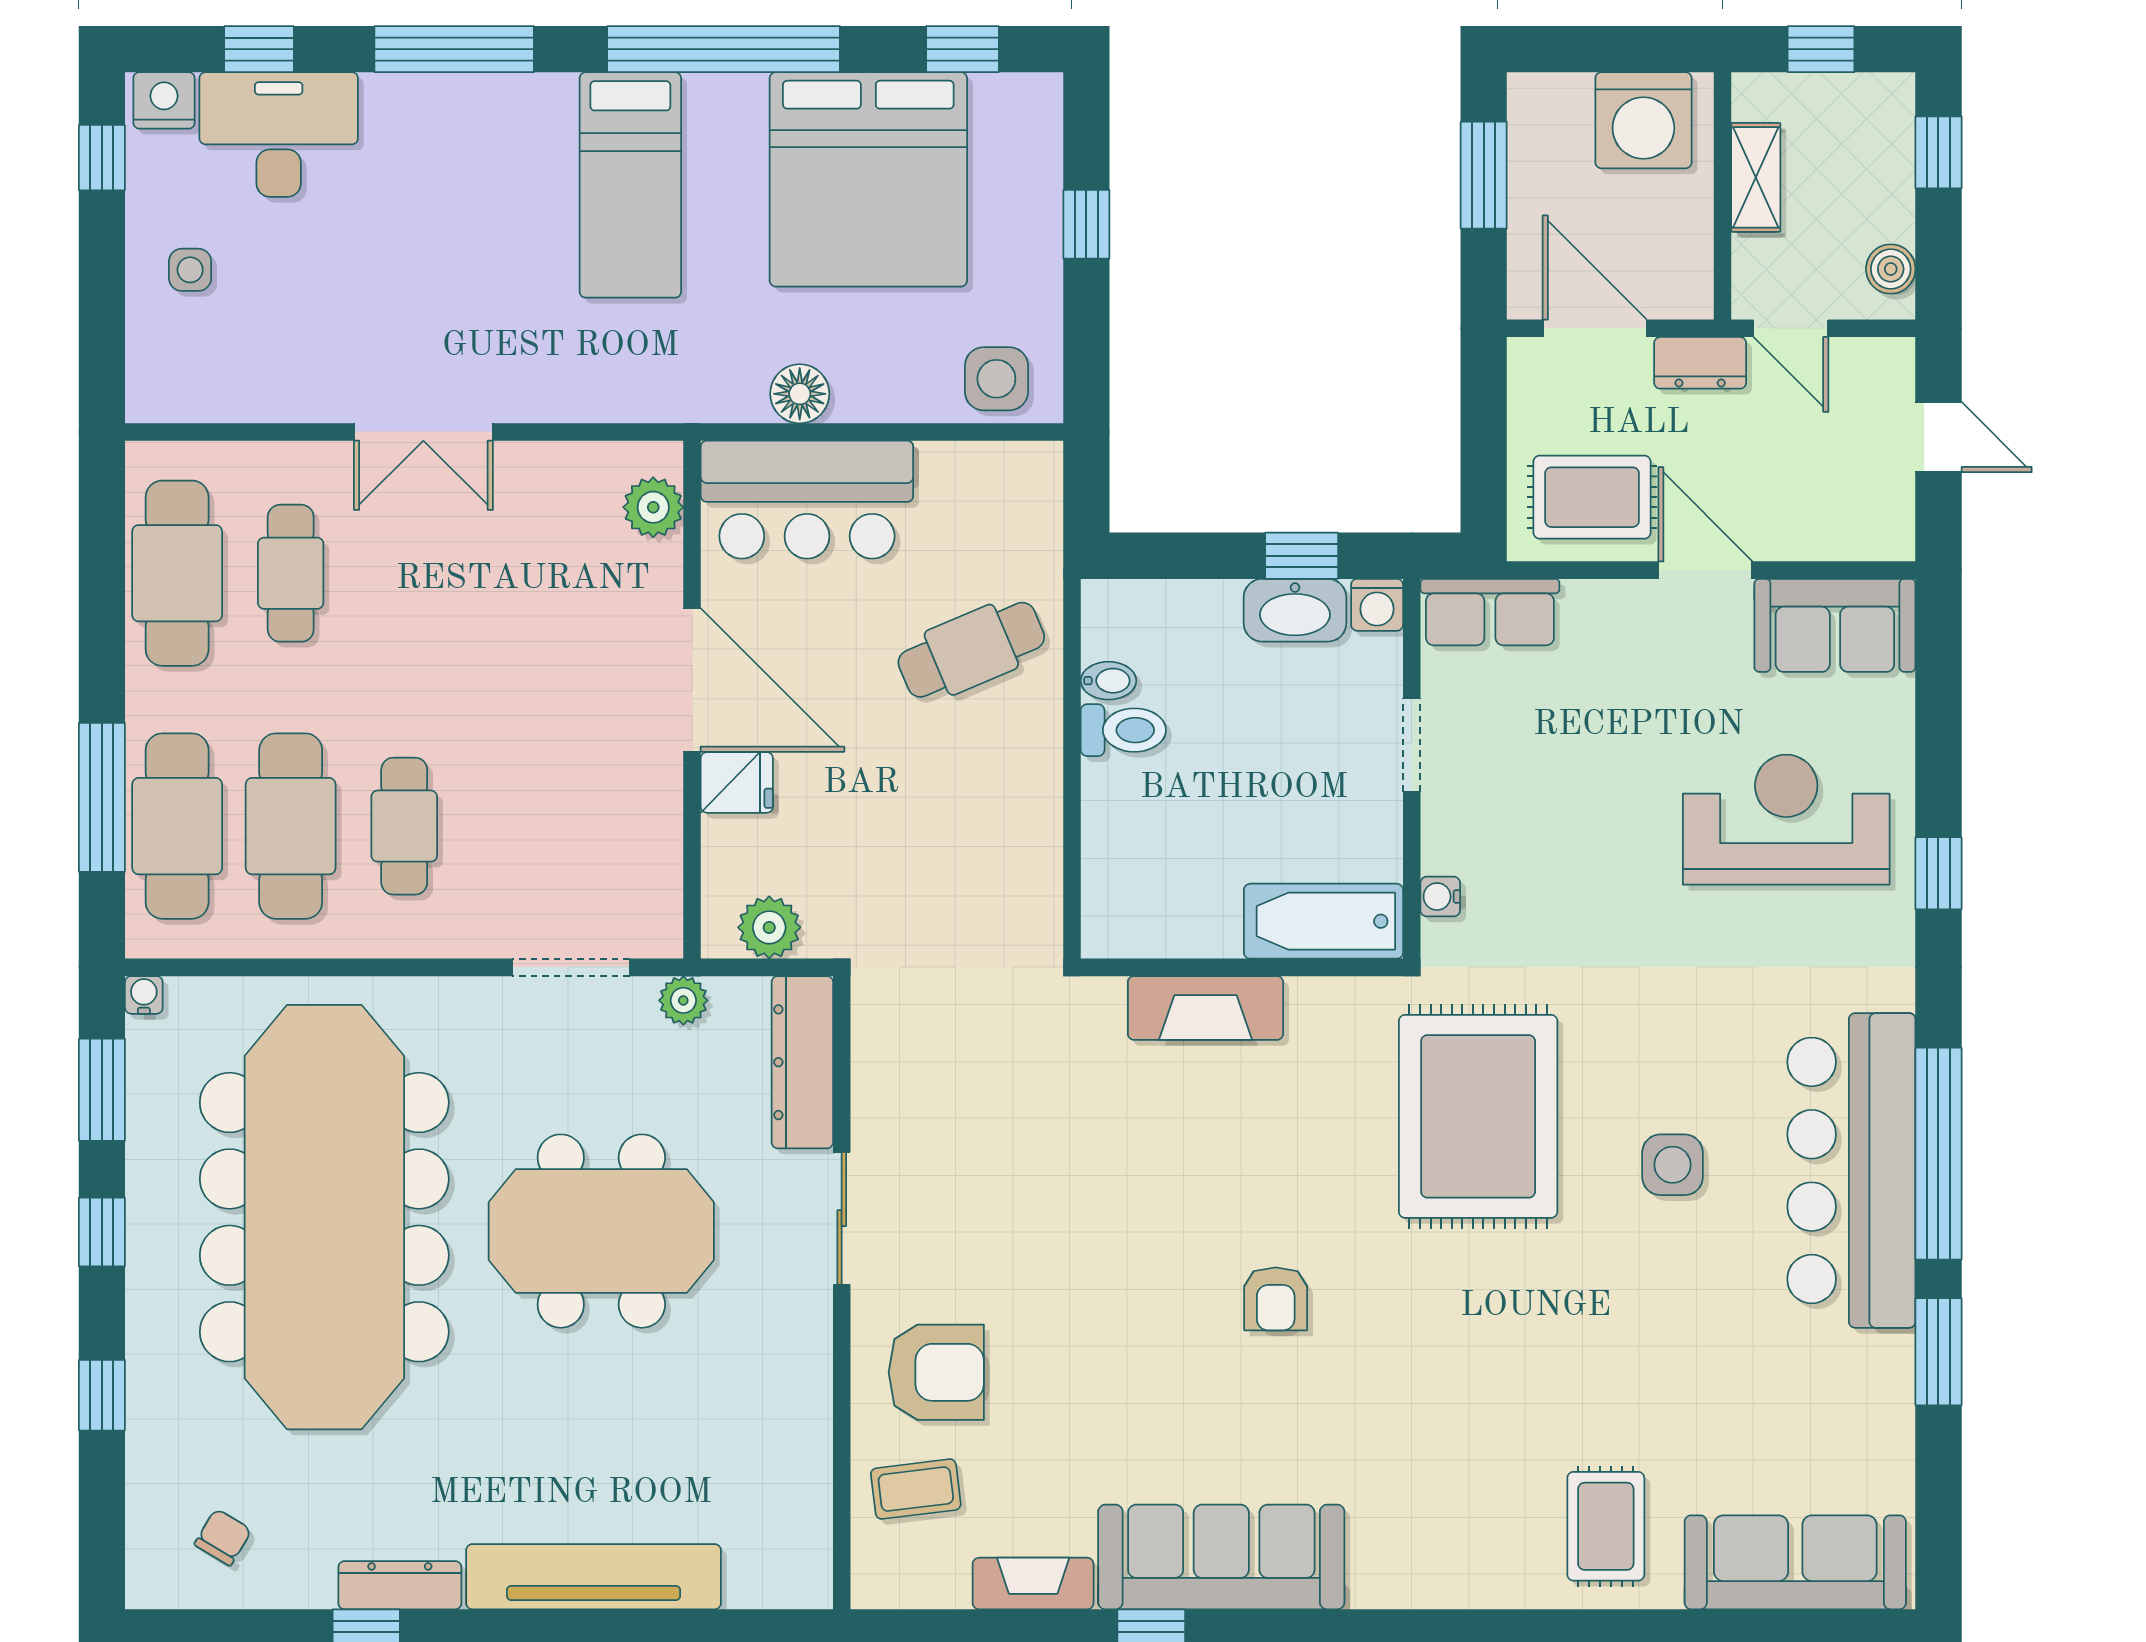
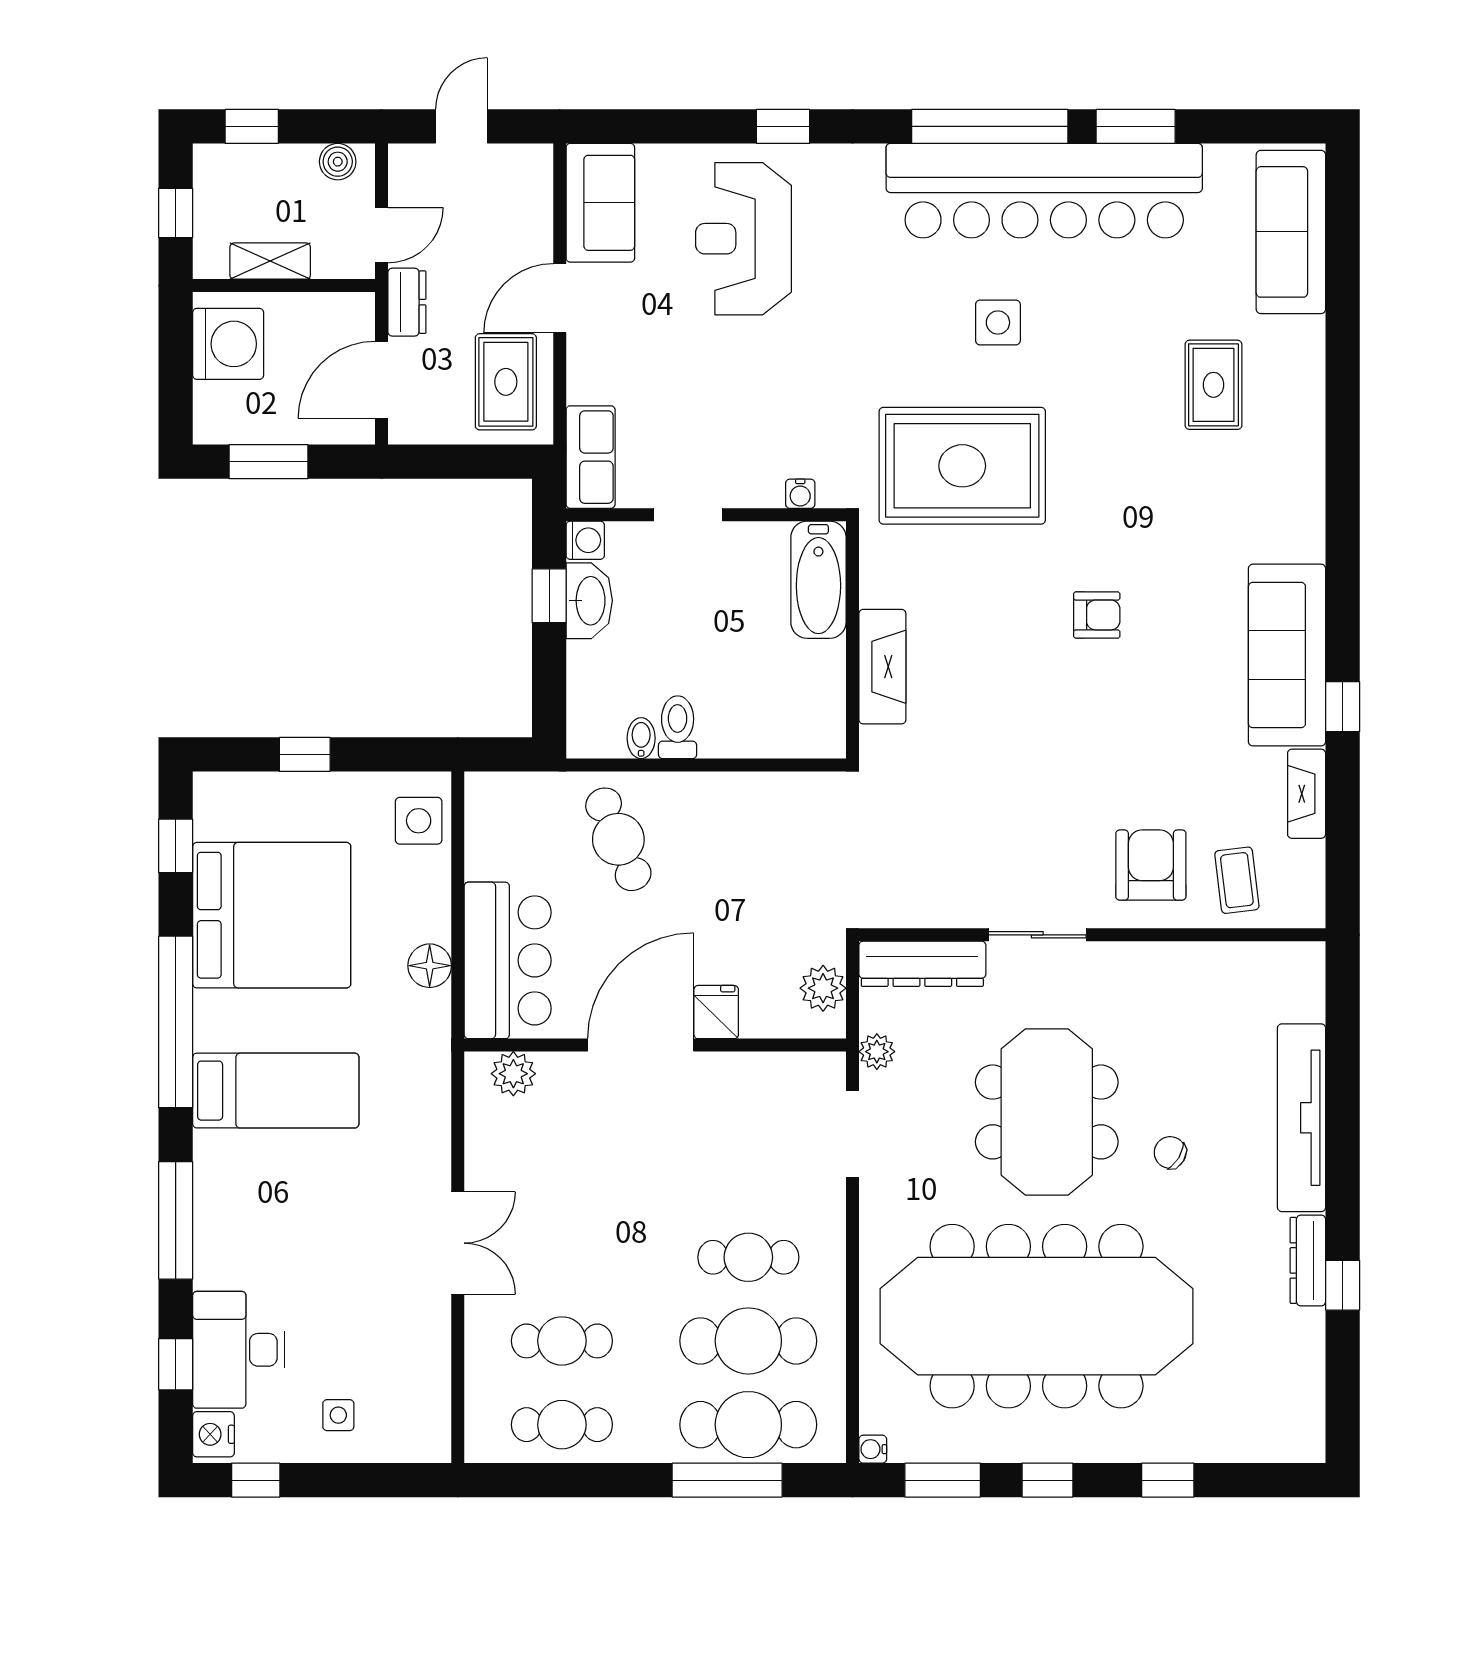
cafe table: (177, 573) -> (562, 1425), width x0.73, depth x0.74
bar counter: (1851, 1170) -> (1044, 191), width x1.36
rug: (1606, 1526) -> (1213, 385), moved, turned 90
chair: (223, 1537) -> (1170, 1153), moved

